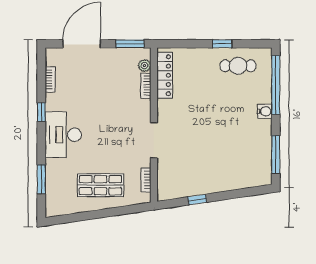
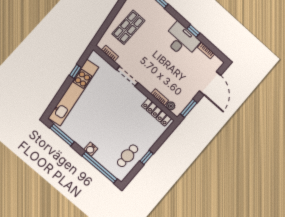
desk: (63, 135) -> (181, 40), moved
kitchen unit: (221, 182) -> (74, 92), added

